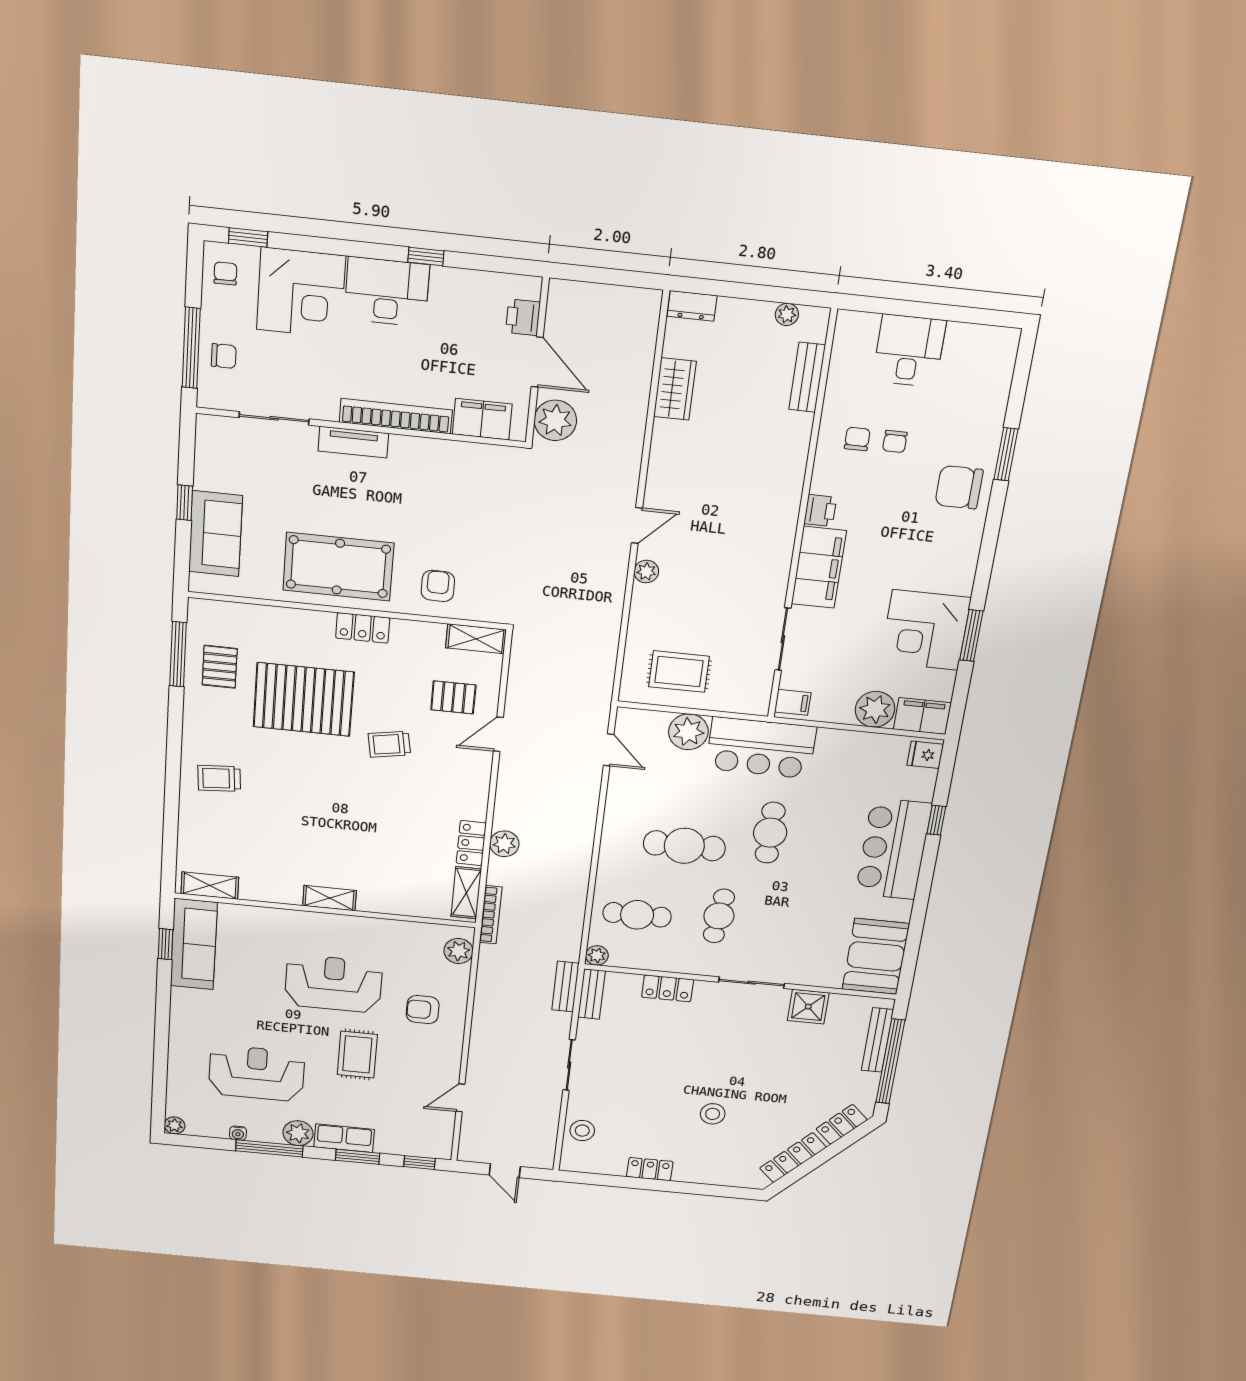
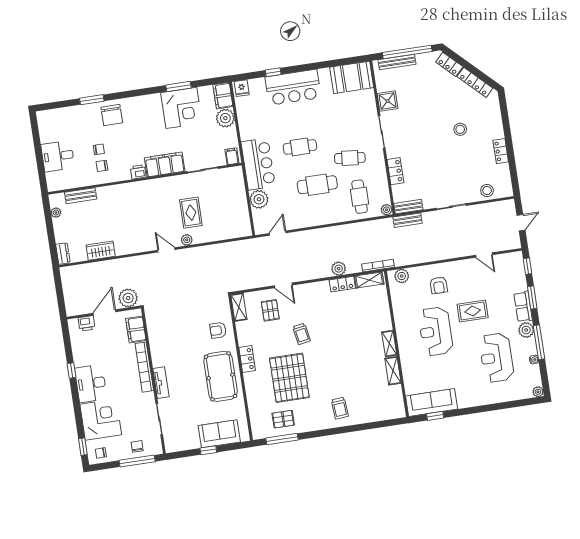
rug: (679, 672) -> (191, 213), moved
cafe table: (684, 846) -> (317, 185), turned 90
shelving: (210, 885) -> (393, 371), moved

